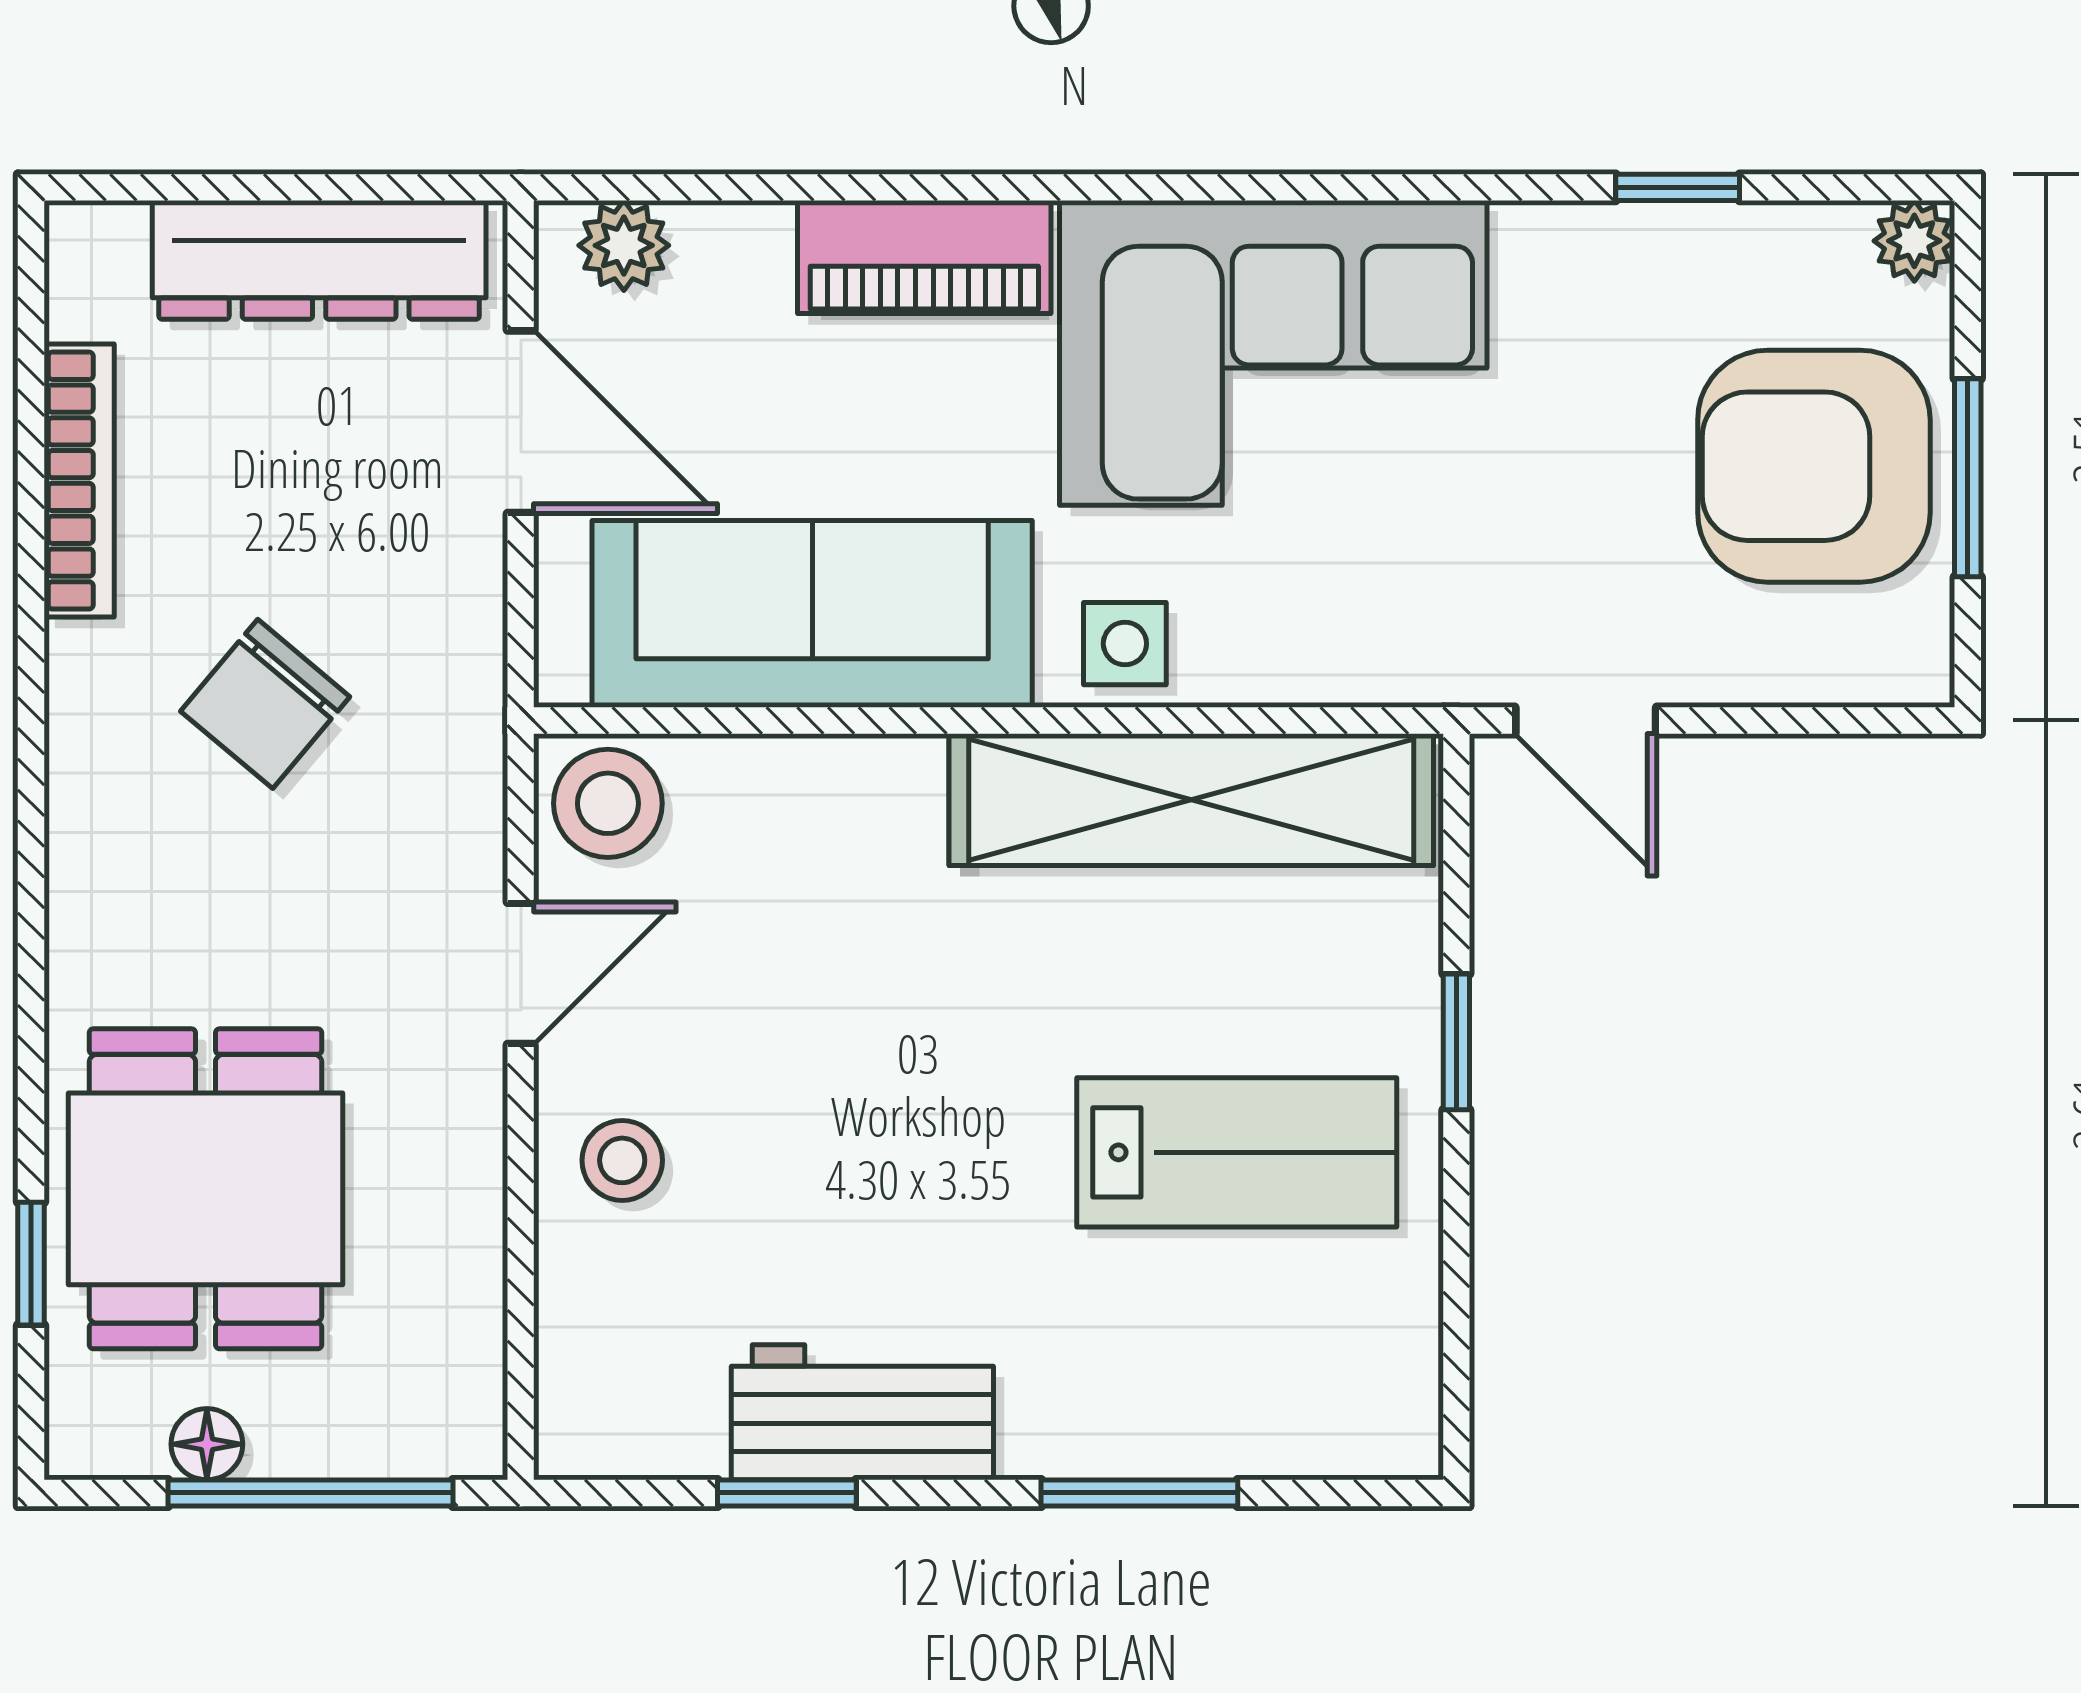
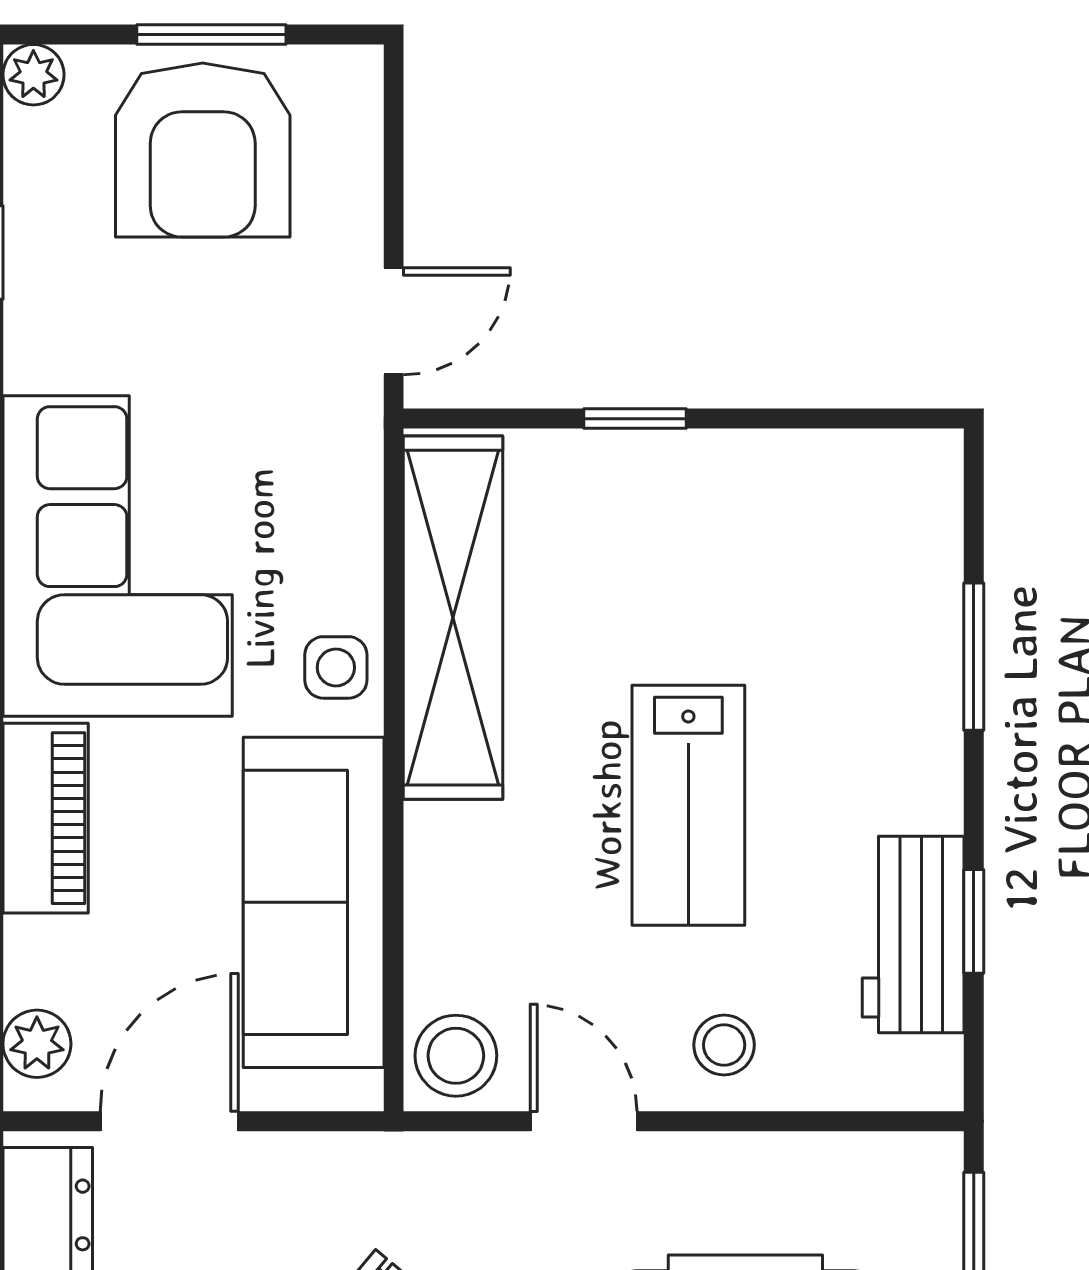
lab bench: (1237, 1152) -> (688, 805), moved, turned 180
workbench: (862, 1412) -> (913, 935), moved

